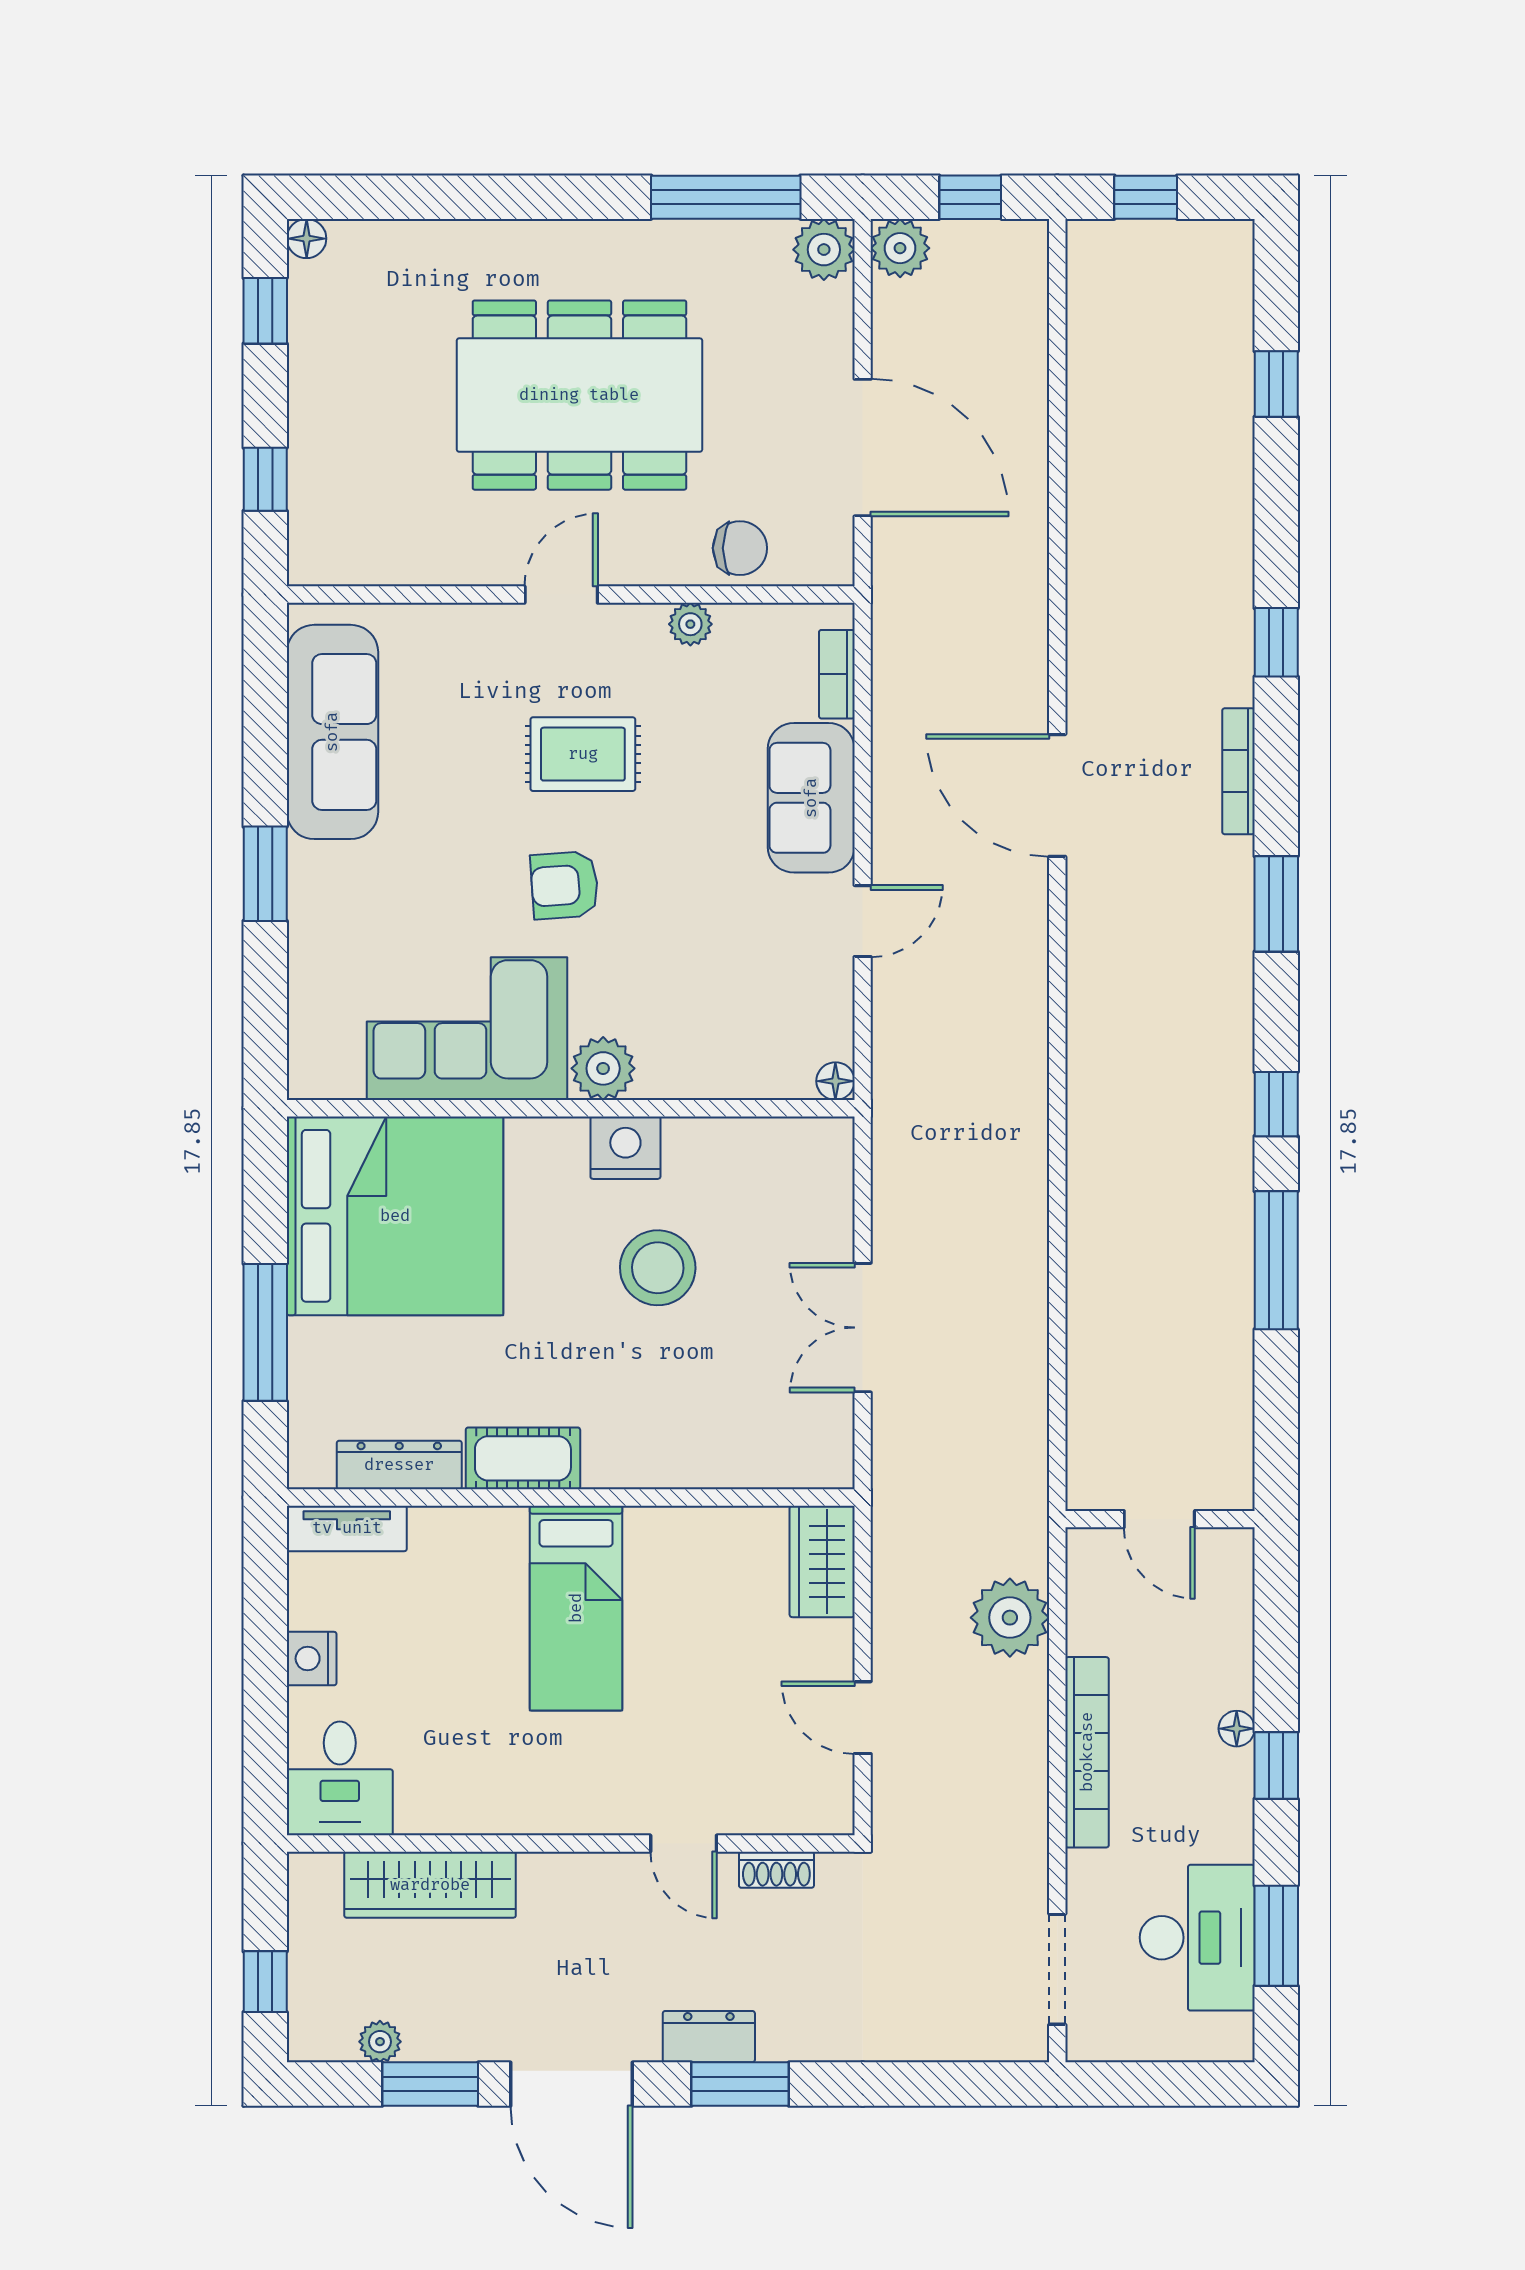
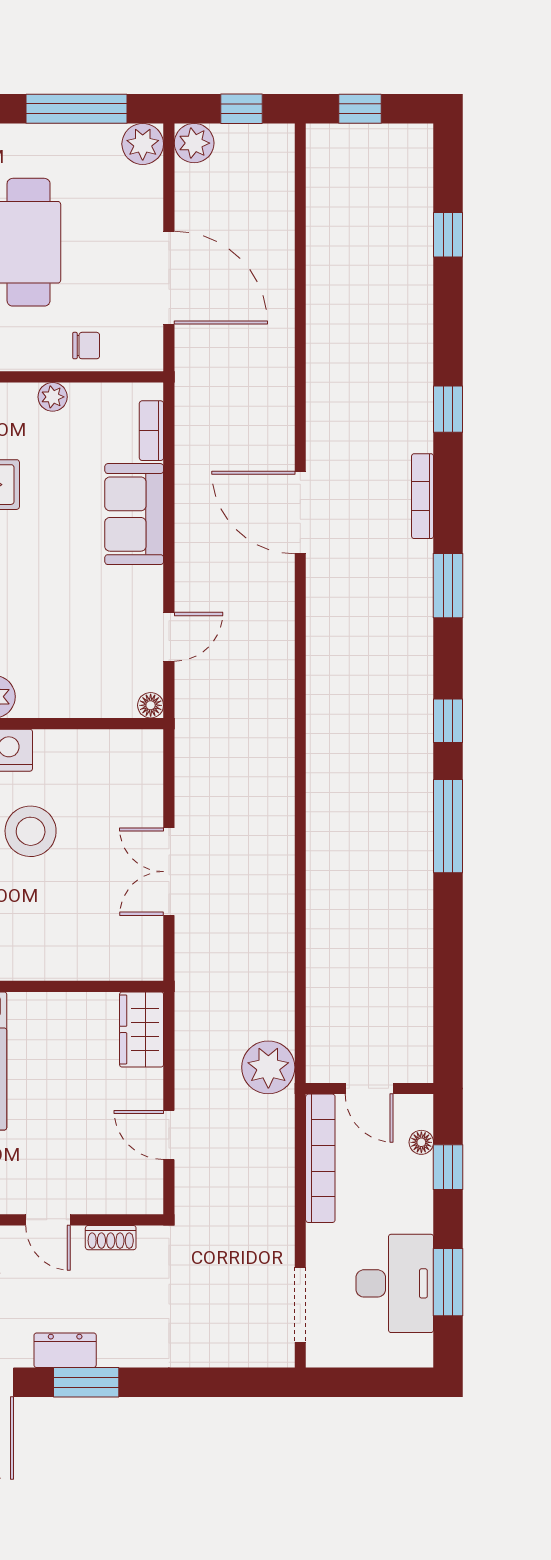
chair: (740, 548) -> (86, 346), width x0.73, depth x0.73
door: (863, 921) -> (169, 637), moved
door: (1159, 1519) -> (369, 1088), moved
wall: (1160, 1519) -> (370, 1088), moved

